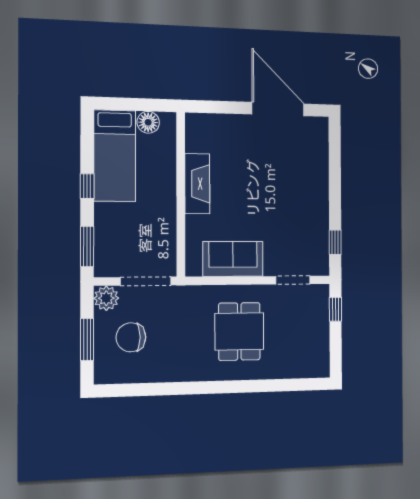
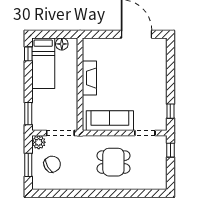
window: (87, 186) -> (28, 54), moved
sofa: (233, 259) -> (110, 121), width x1.36
dining table: (239, 331) -> (113, 162), turned 90
chair: (131, 337) -> (52, 164), turned 150

